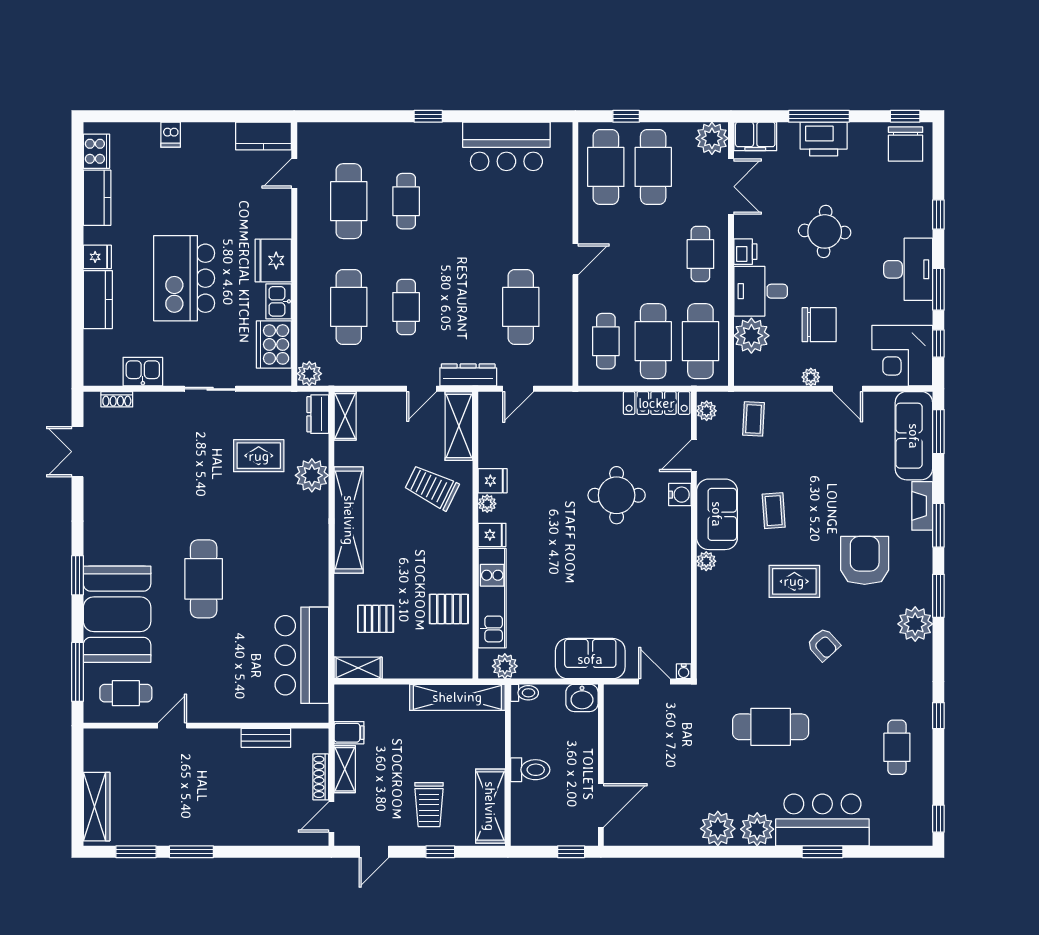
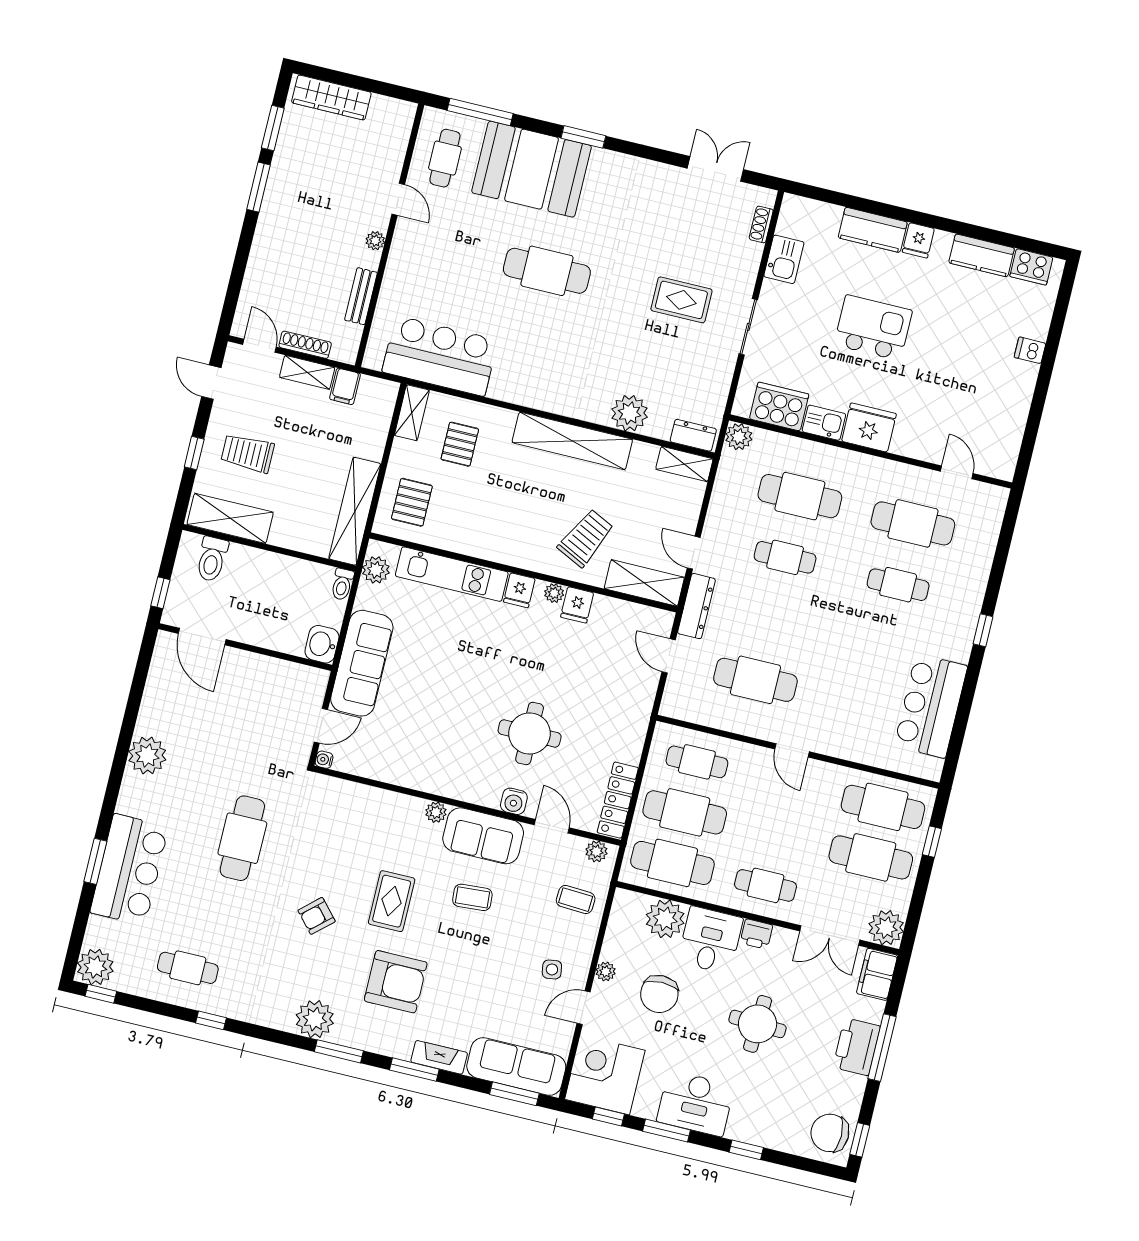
kitchen counter: (264, 136) -> (1004, 449), removed
kitchen island: (184, 278) -> (873, 328), width x0.73, depth x0.78
side table: (820, 425) -> (552, 969), added
rug: (259, 456) -> (681, 300), moved, turned 90
pallet: (449, 609) -> (412, 502), moved
sofa: (590, 659) -> (362, 663), width x1.36
plant: (214, 737) -> (375, 241), added
toilet: (530, 770) -> (212, 559), moved
plant: (757, 829) -> (95, 967), moved

